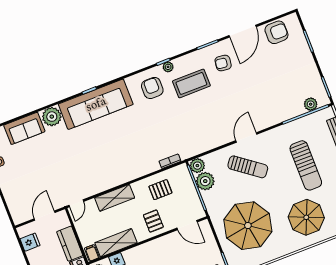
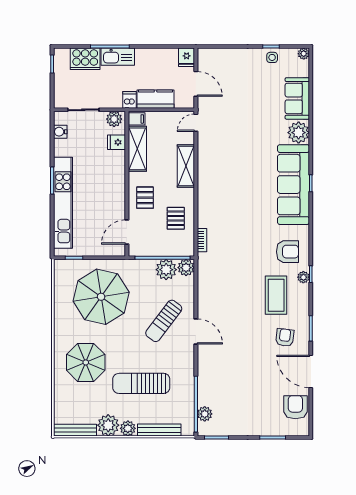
armchair: (276, 32) -> (295, 407), turned 180
door: (76, 203) -> (196, 123), hinge flipped
pallet: (153, 221) -> (145, 198), turned 90
fridge: (30, 242) -> (187, 57), moved

